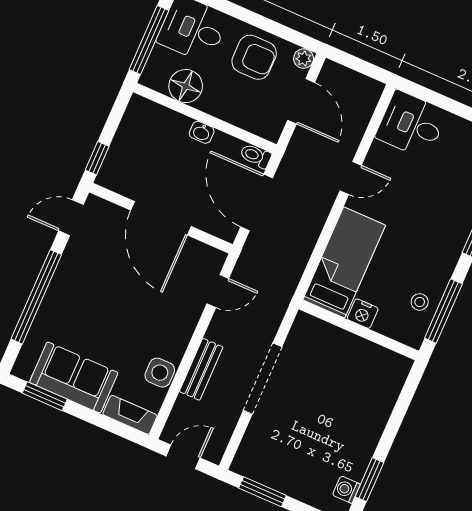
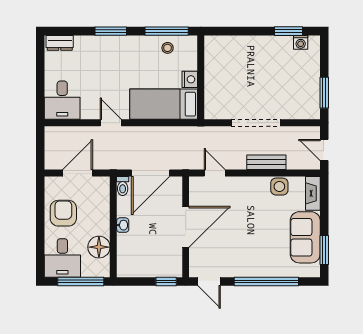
plant: (304, 59) -> (51, 183), removed

